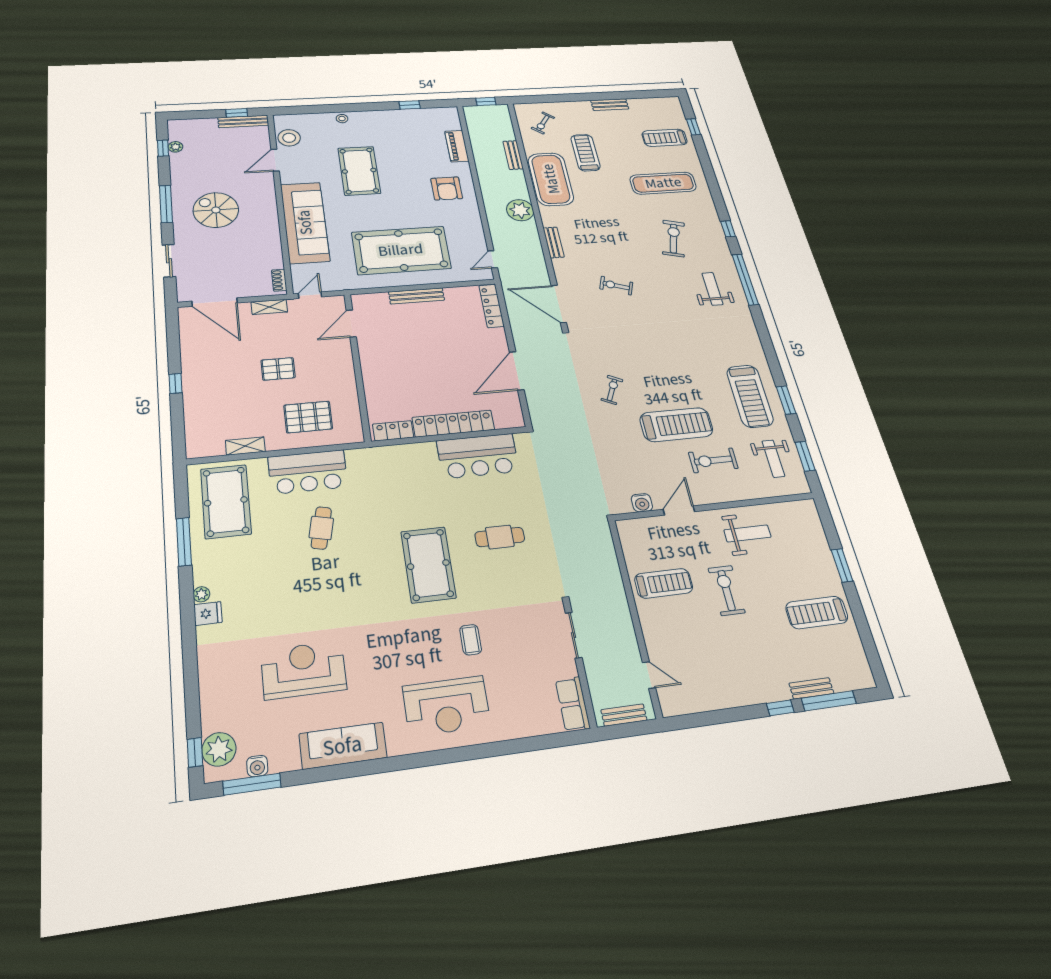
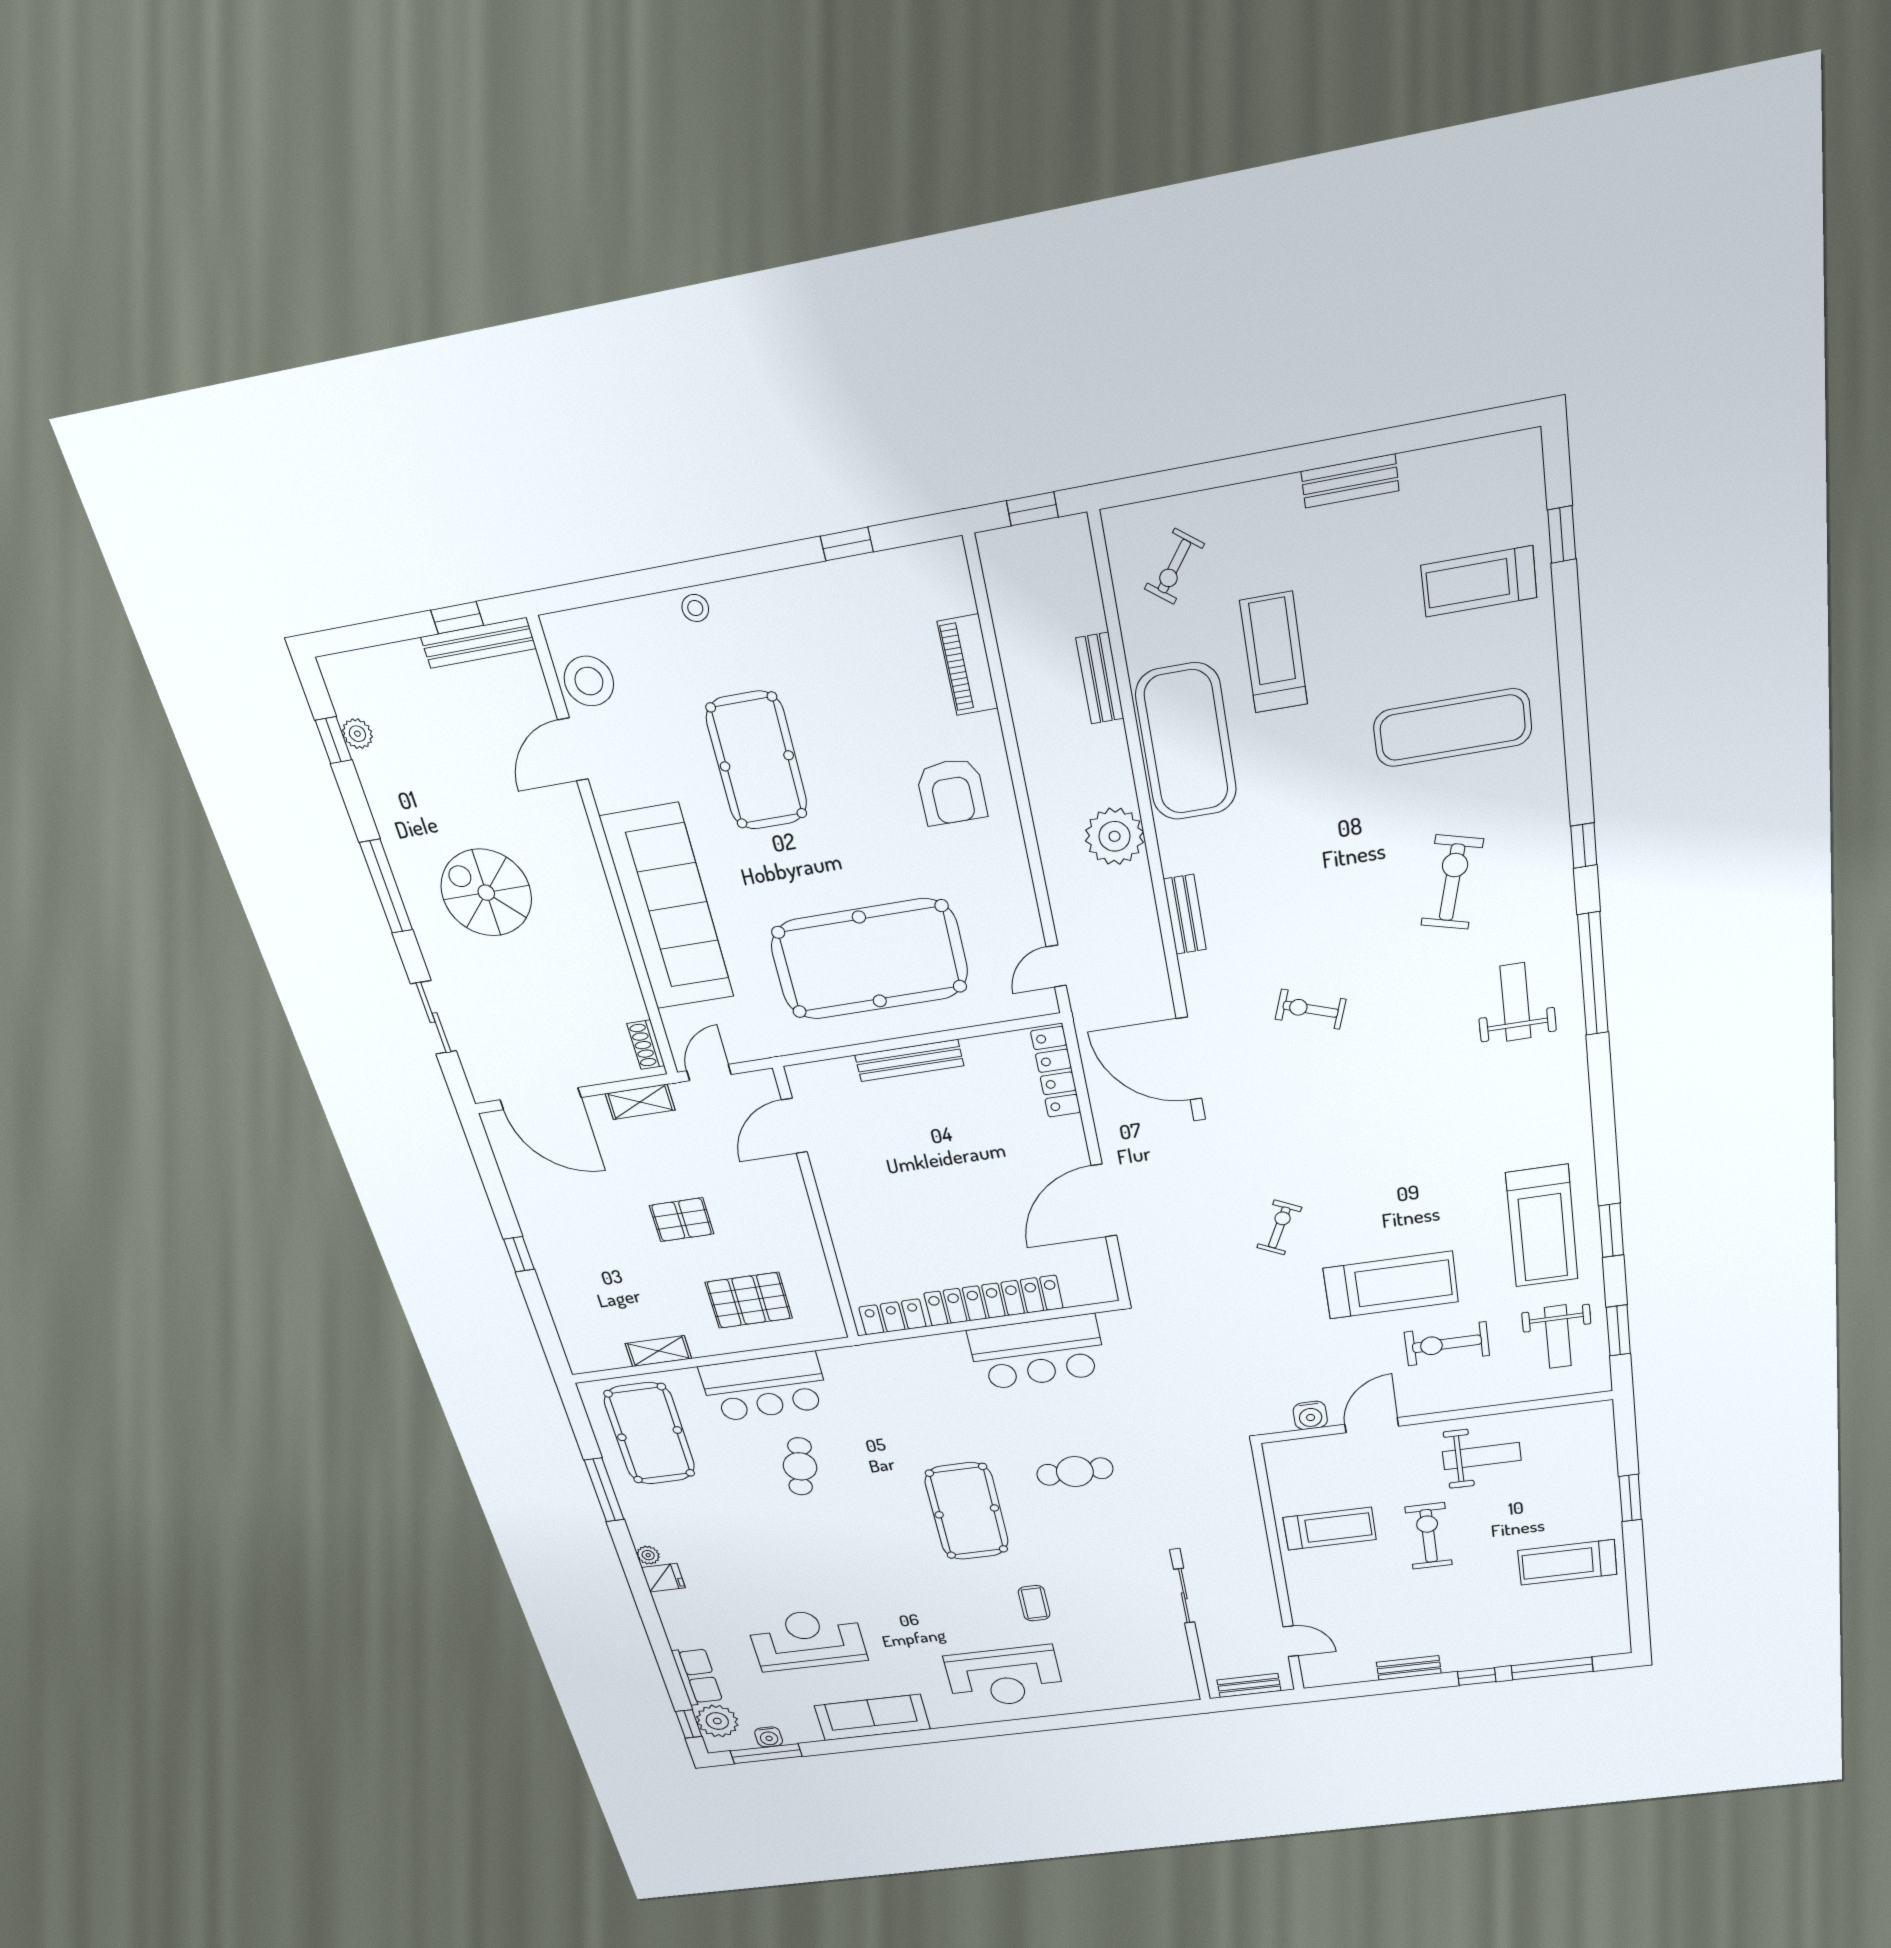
bench: (811, 688) -> (1409, 1668), moved
row of seats: (573, 704) -> (697, 1676), moved, turned 180

